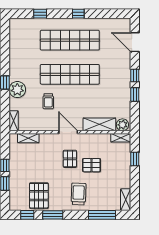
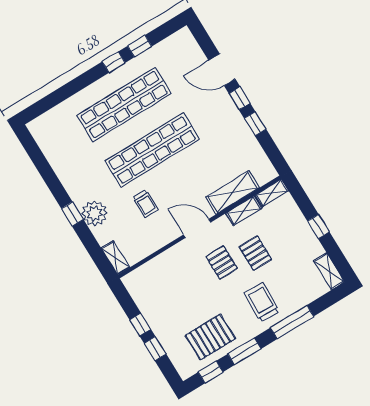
window: (40, 14) -> (140, 46), moved
door: (135, 42) -> (222, 70), moved
plant: (122, 125) -> (264, 174), removed
shelving: (28, 138) -> (244, 211), moved
window: (135, 159) -> (318, 227), moved
pallet: (92, 165) -> (255, 253), turned 90
pallet: (39, 196) -> (210, 337), turned 90
window: (102, 215) -> (292, 322), moved

